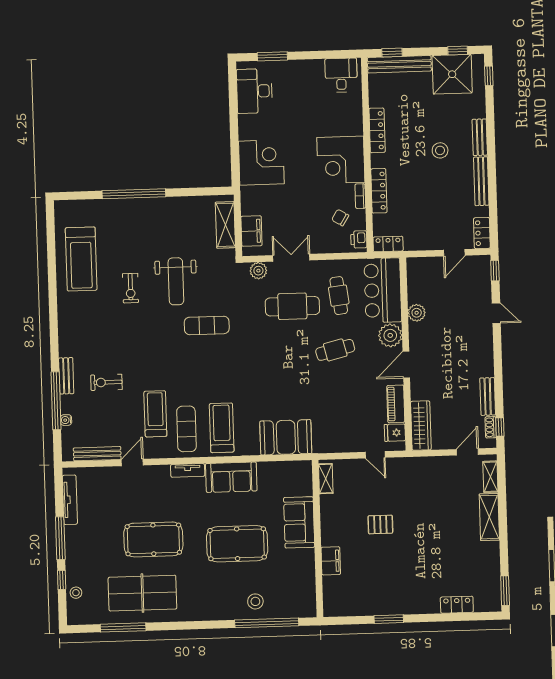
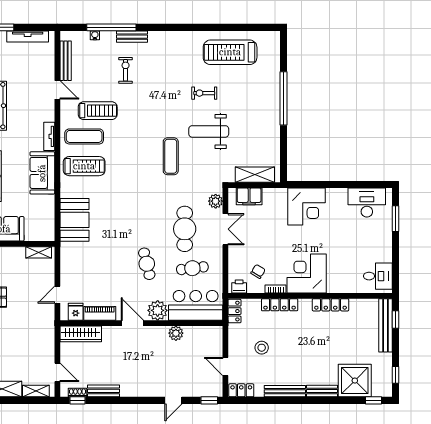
shower: (452, 74) -> (355, 381), moved
stool: (440, 150) -> (262, 348), moved

